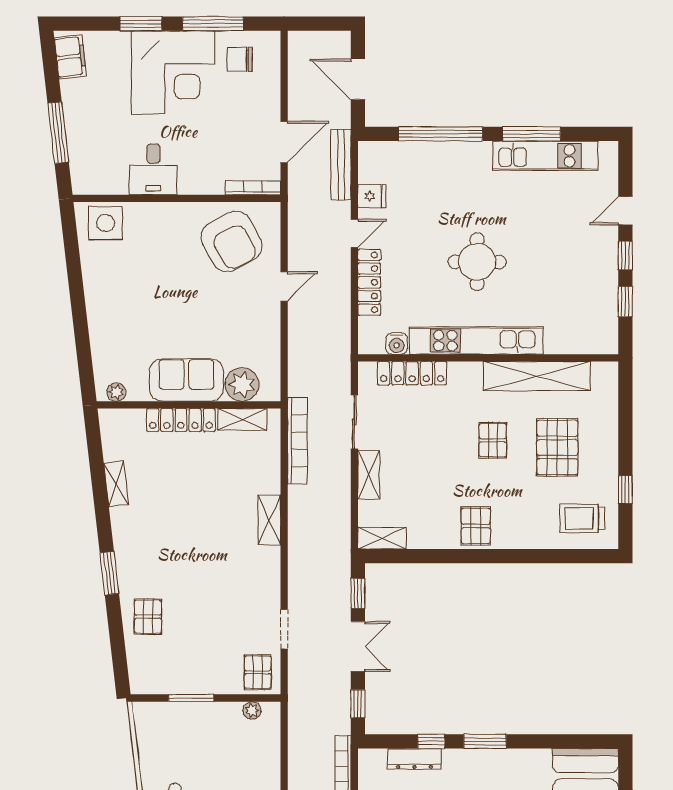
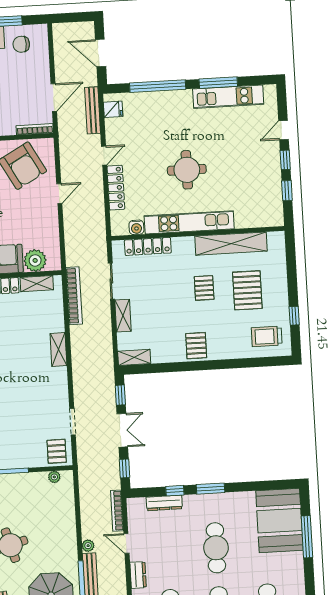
fridge: (372, 196) -> (113, 109), moved

